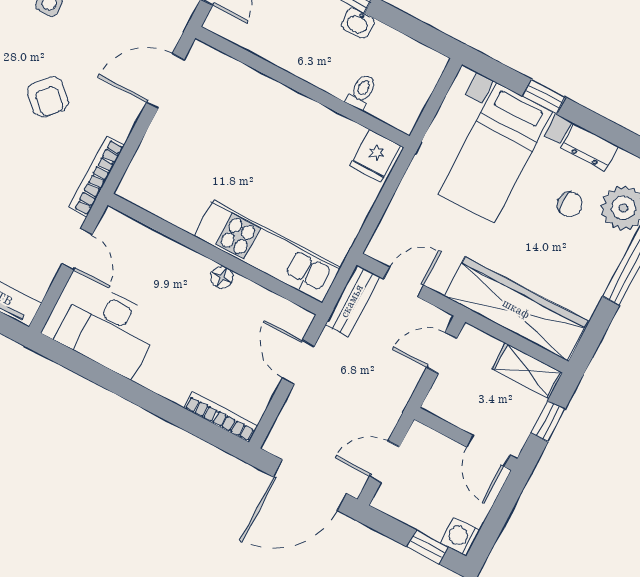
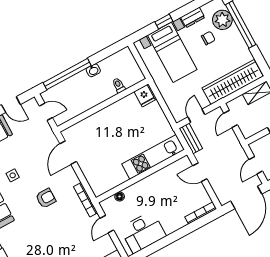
armchair: (48, 97) -> (46, 198), turned -43
door: (77, 249) -> (107, 224), swing flipped
floor lamp: (222, 277) -> (120, 196), moved

